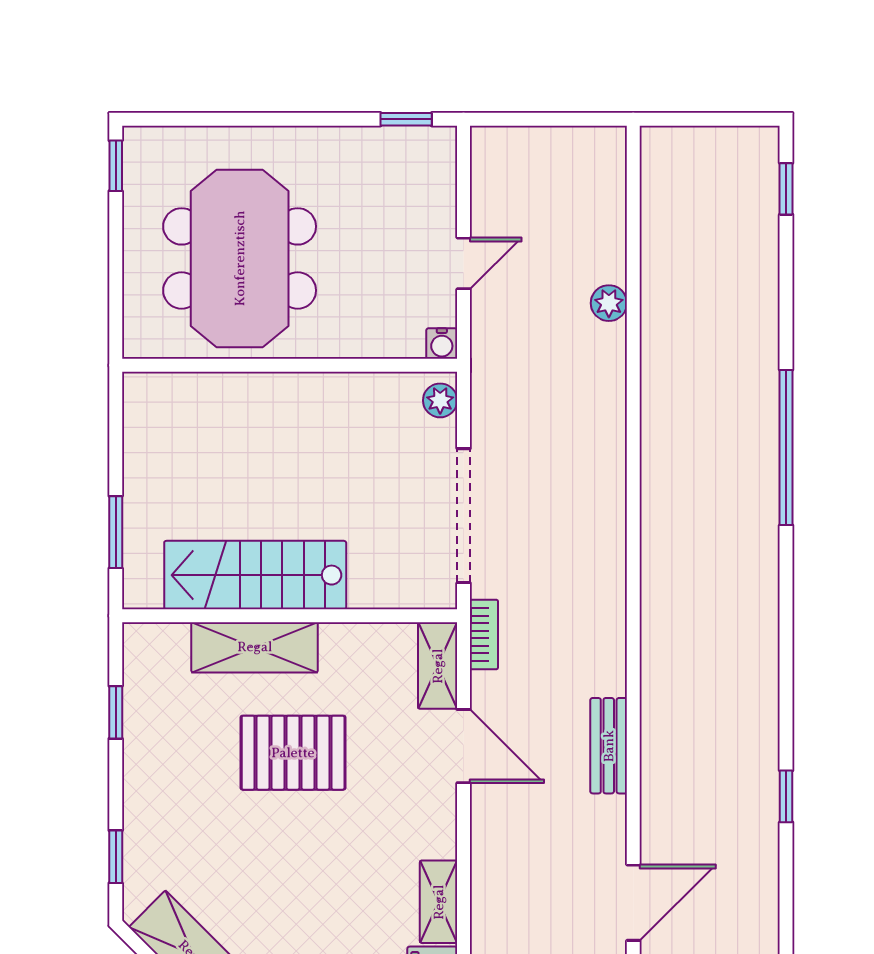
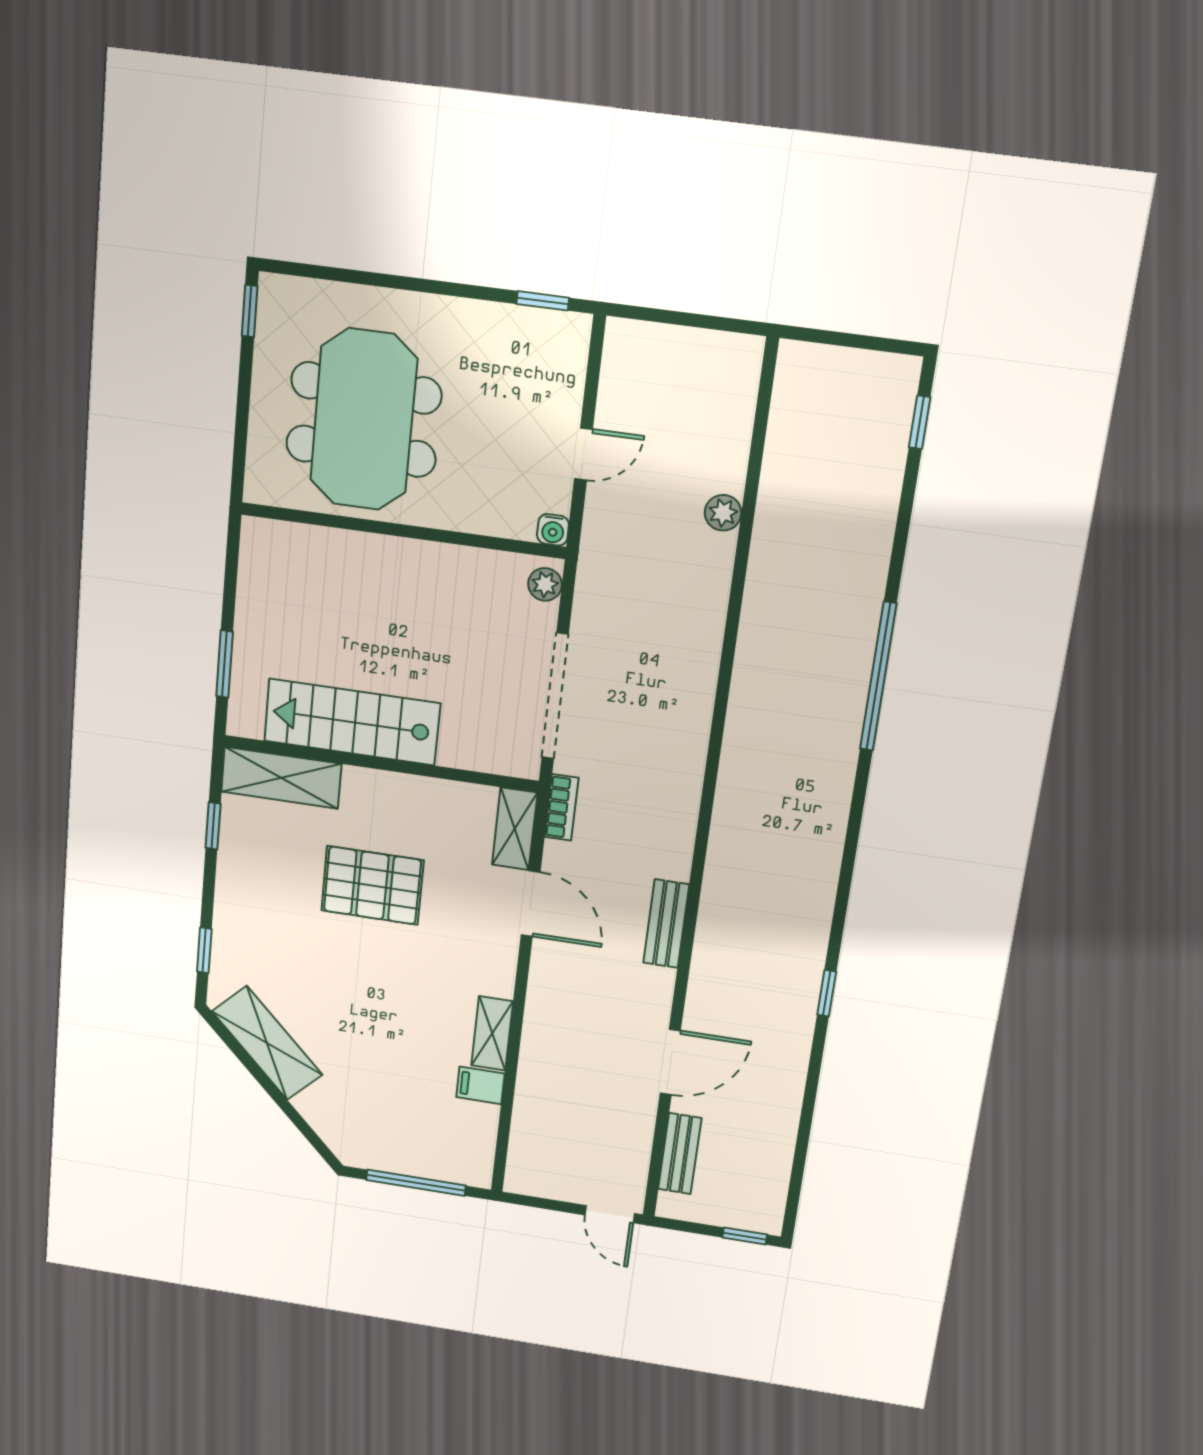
shelving: (255, 647) -> (281, 778), moved

